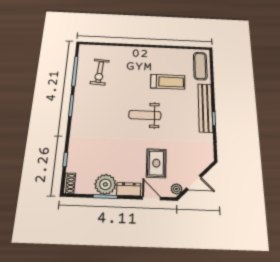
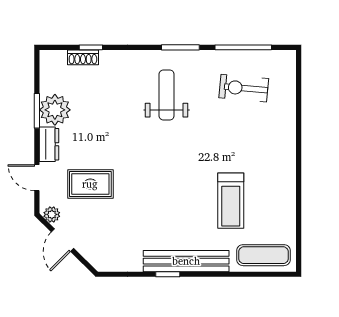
weight bench: (145, 115) -> (167, 95), moved
shoe rack: (70, 183) -> (83, 57), moved
door: (151, 198) -> (37, 178), swing flipped

